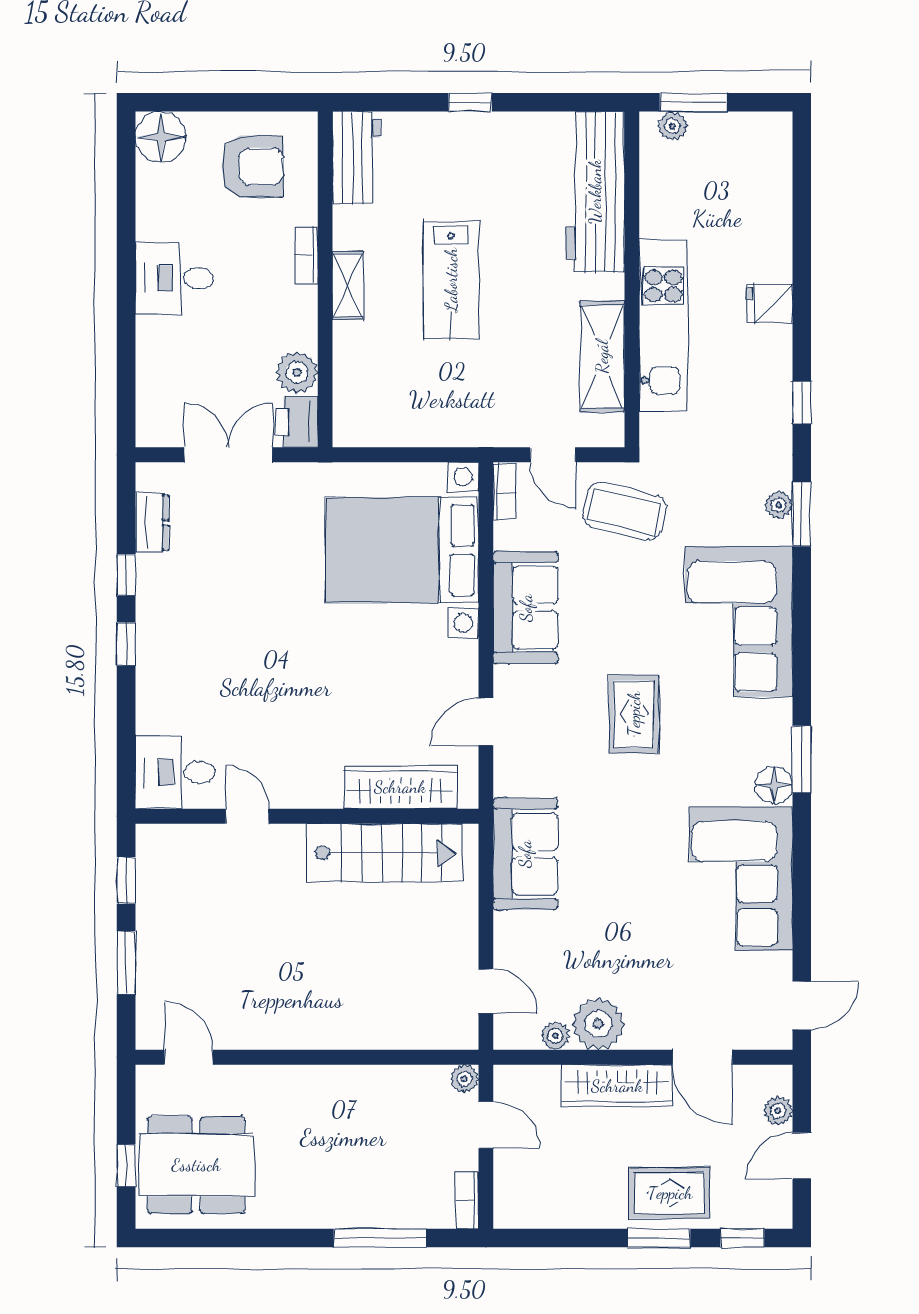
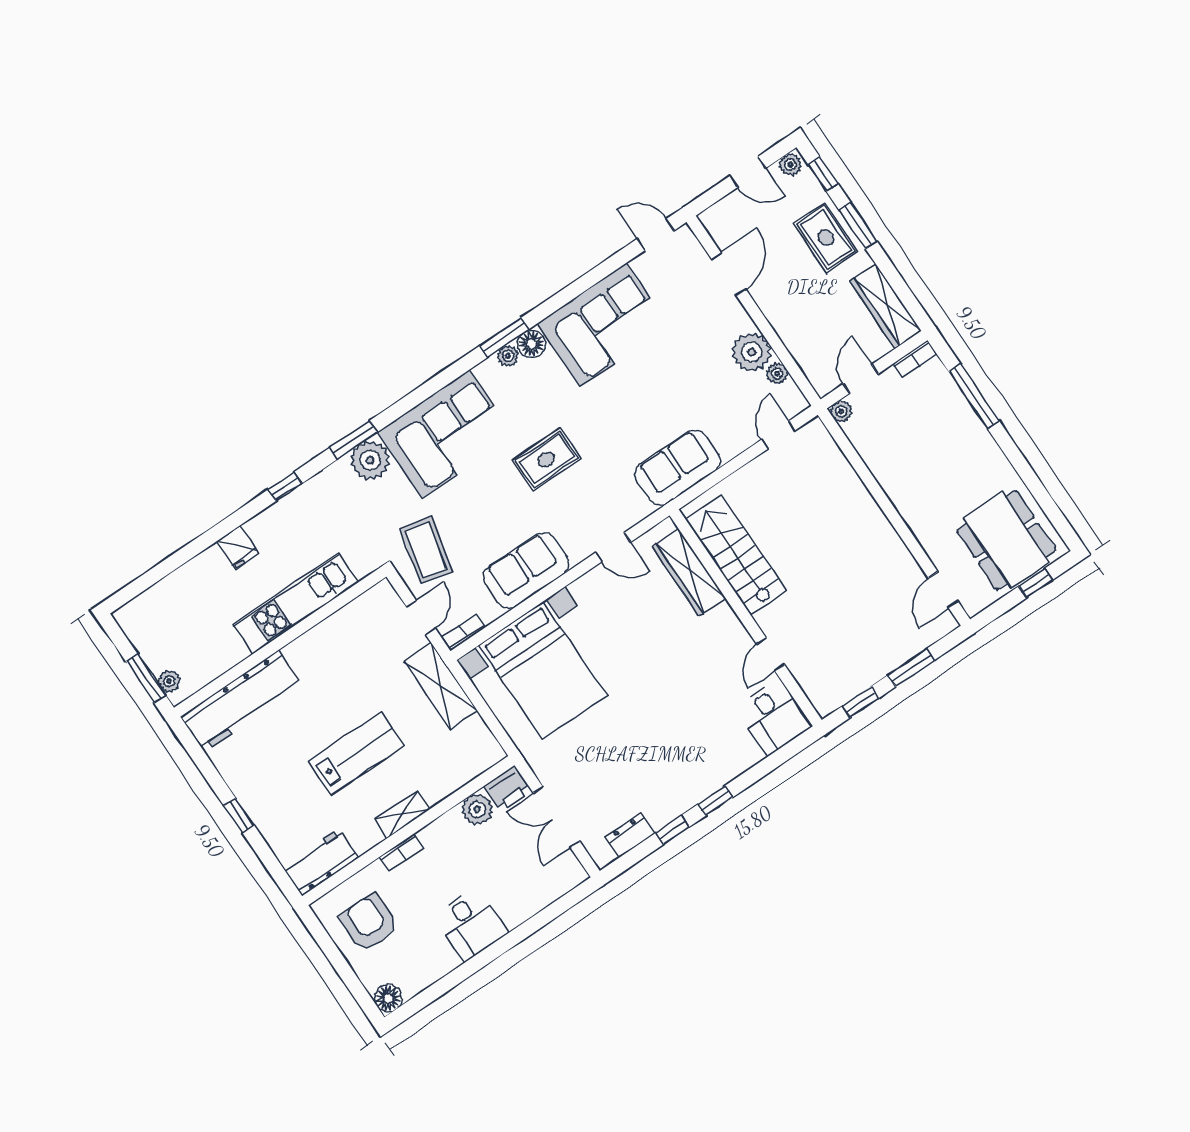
floor lamp: (161, 137) -> (388, 998), width x0.73, depth x0.73
shelving: (602, 357) -> (441, 686), moved, turned 90
plant: (779, 505) -> (370, 460), width x1.88, depth x1.88
plant: (778, 750) -> (508, 356), added
wardrobe: (617, 1086) -> (886, 306), moved, turned 180
plant: (778, 1111) -> (790, 164), moved

